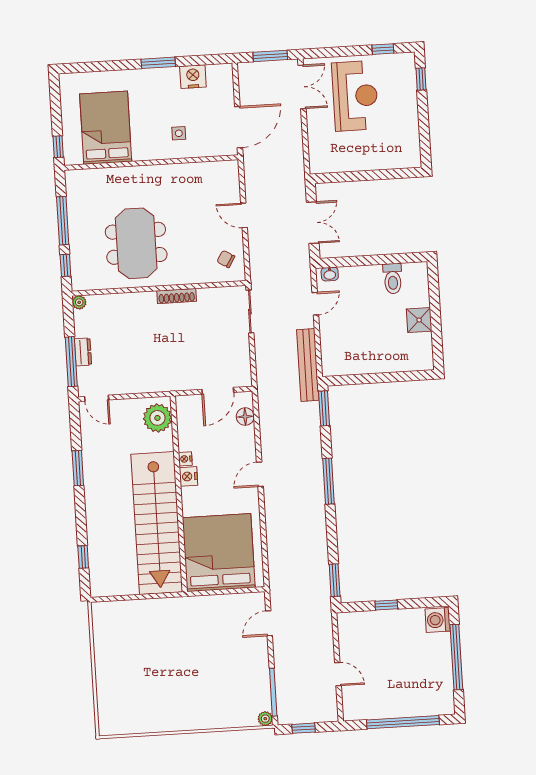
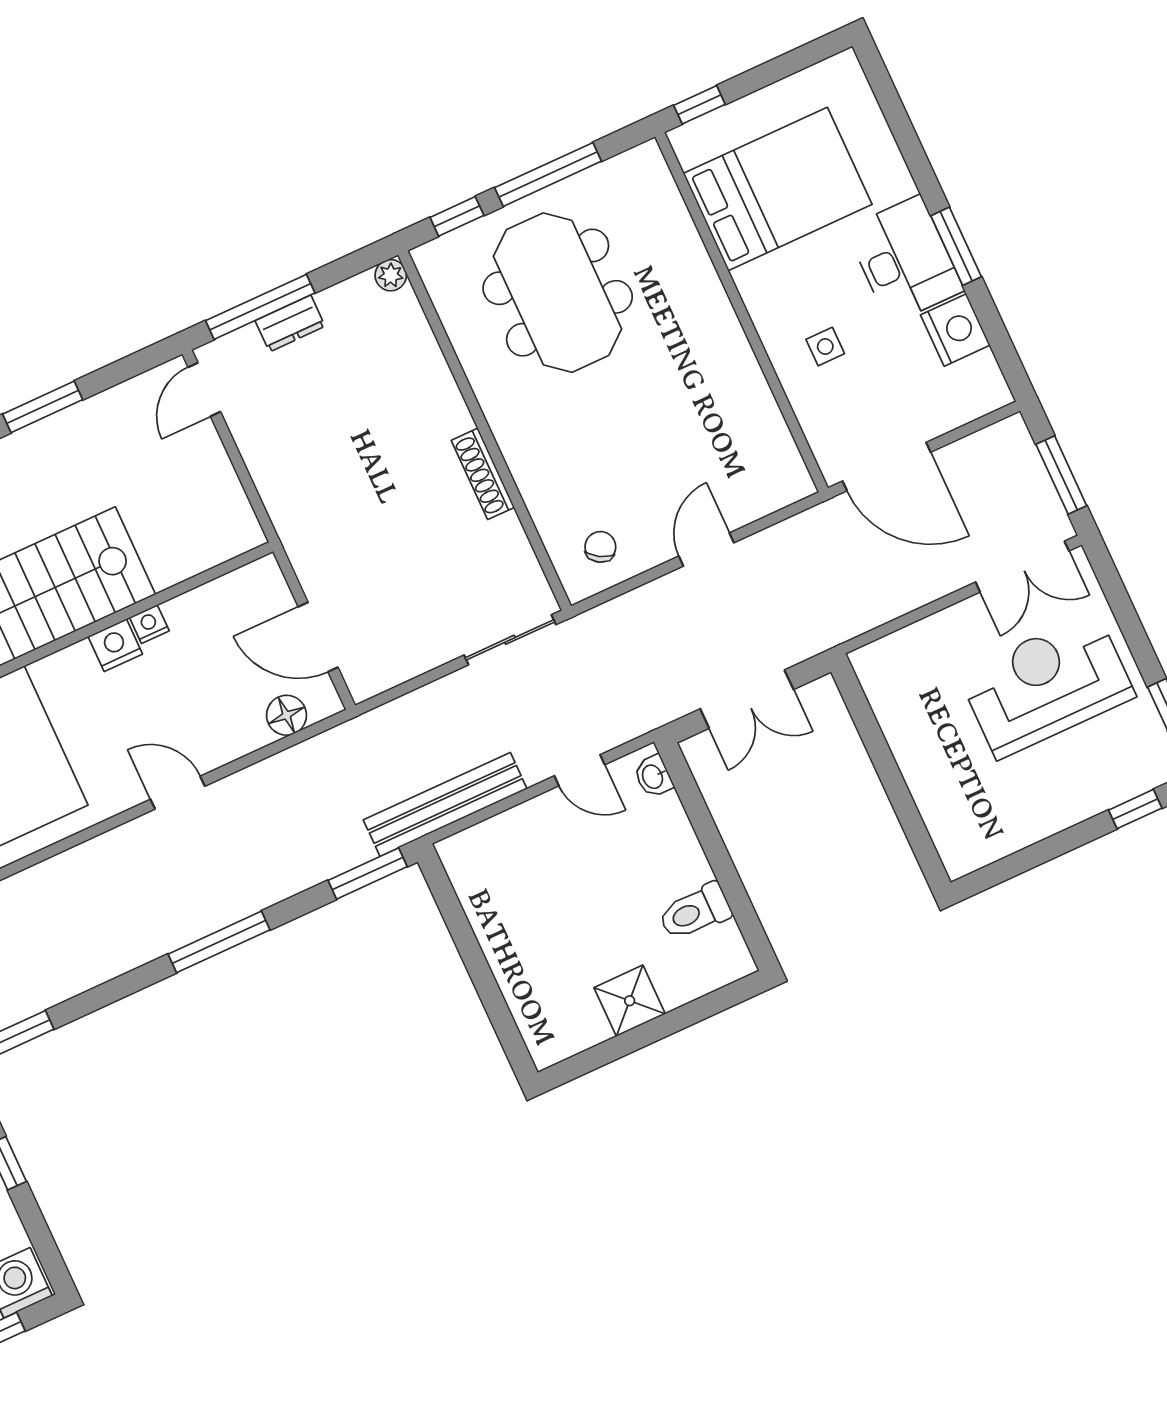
desk: (156, 86) -> (905, 260), added
reception desk: (355, 96) -> (1047, 685), turned 180
meeting table: (136, 243) -> (558, 293), moved, turned 90
plant: (157, 418) -> (212, 533), removed

